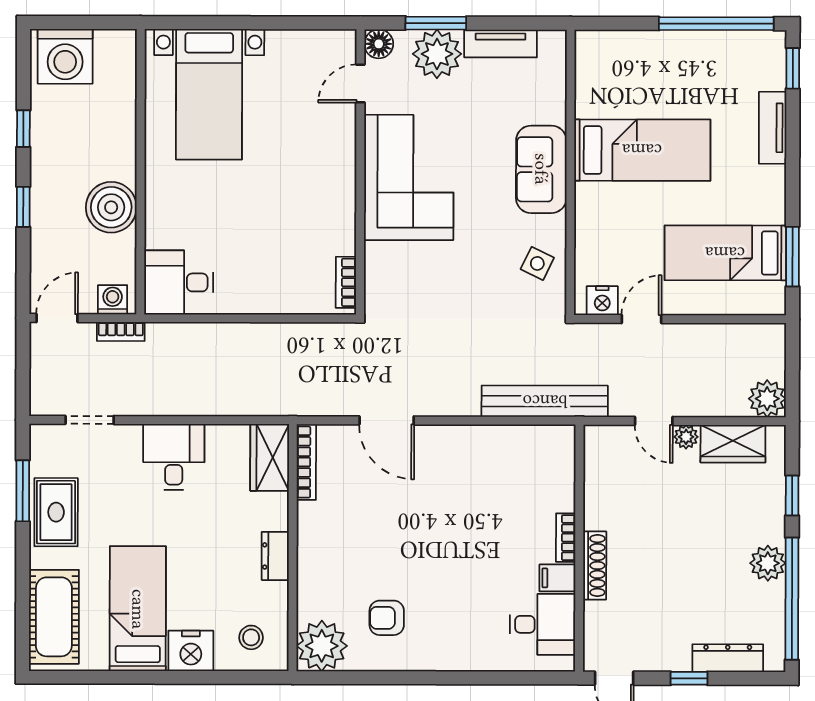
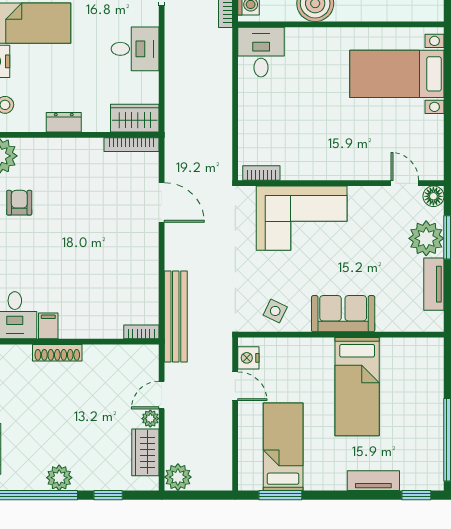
corner sofa: (409, 177) -> (302, 218), moved
door: (387, 420) -> (162, 202), swing flipped
bookcase: (566, 538) -> (141, 332), moved

